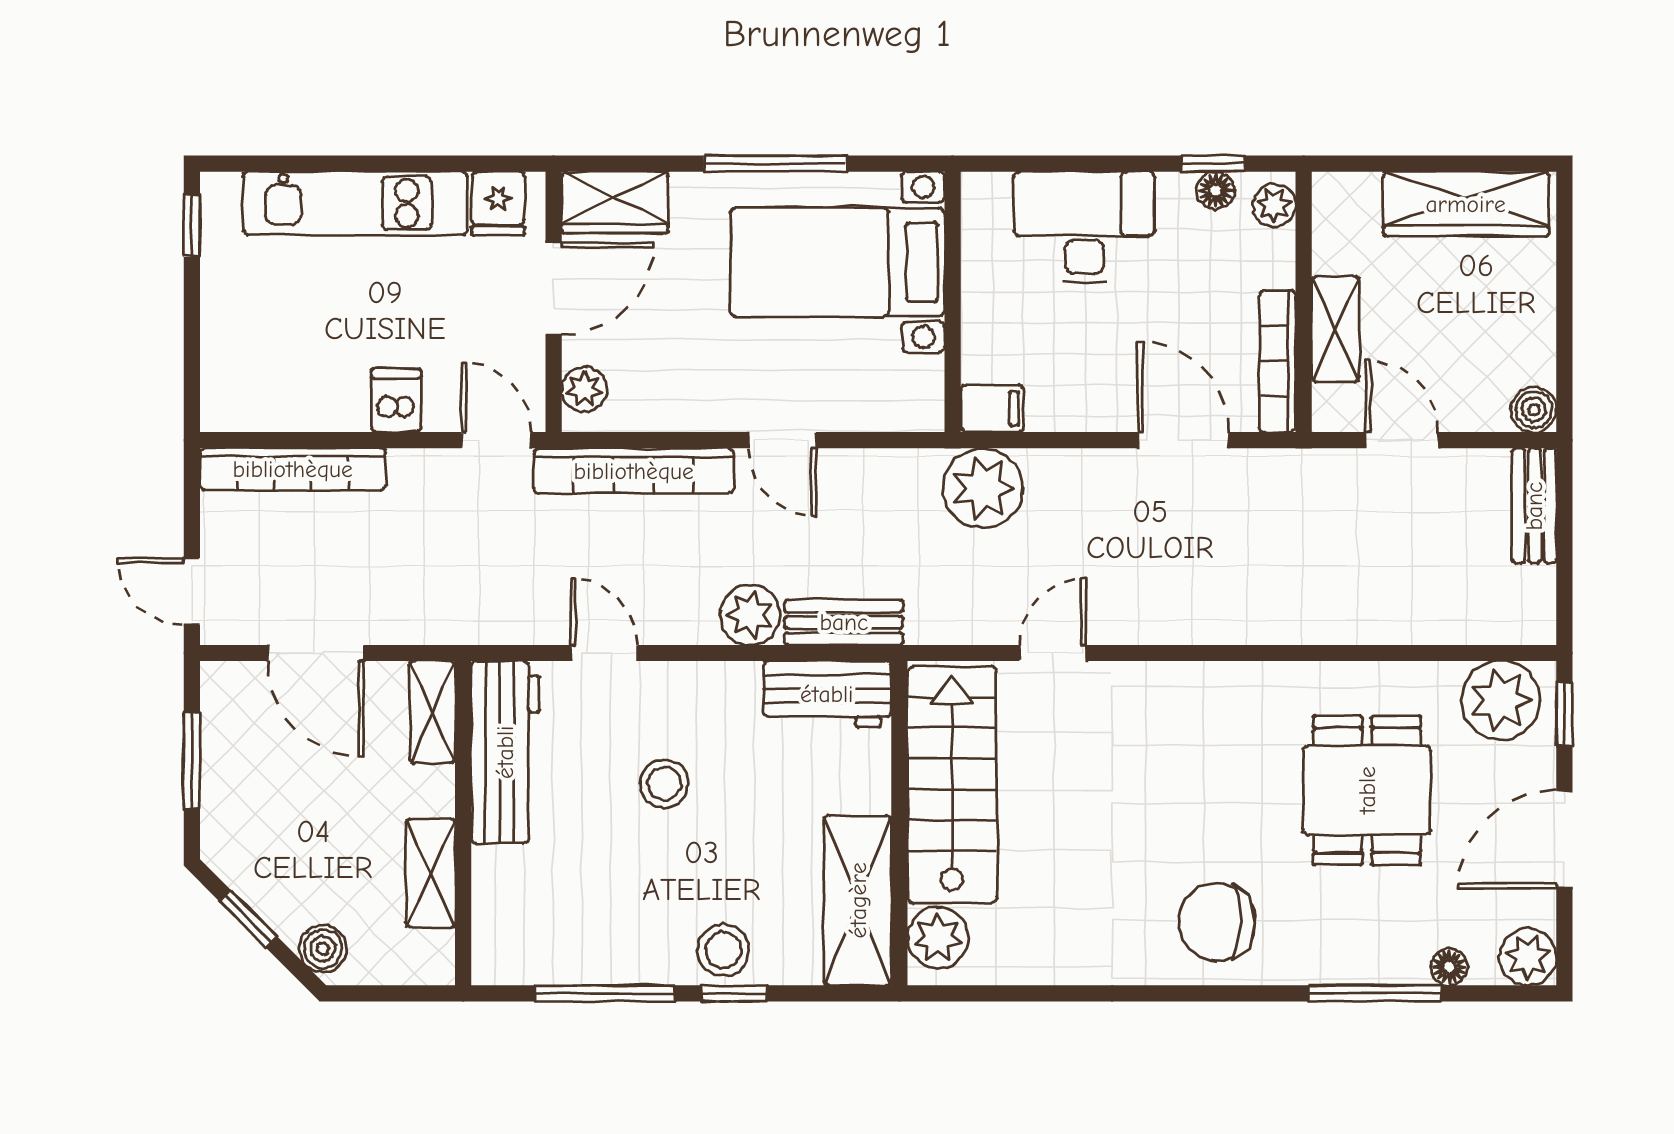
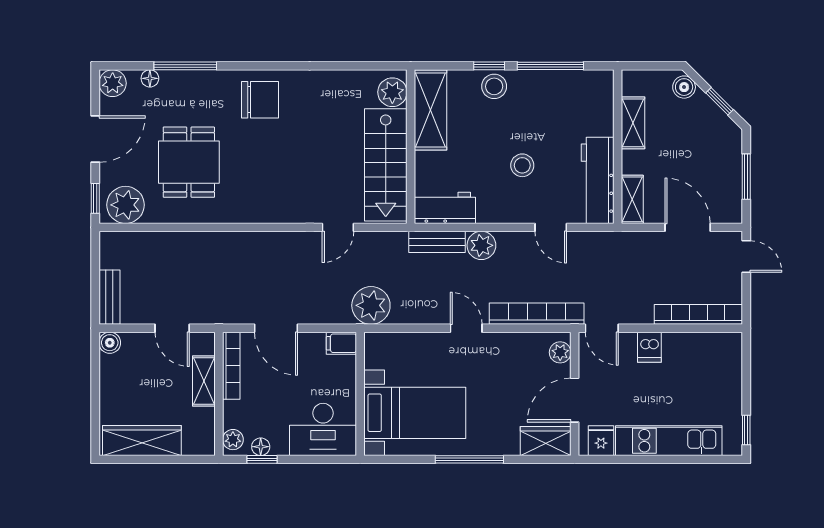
bed with nightstands: (838, 262) -> (415, 413), moved
wall: (953, 302) -> (360, 394), moved
filing cabinet: (992, 409) -> (341, 343), moved

